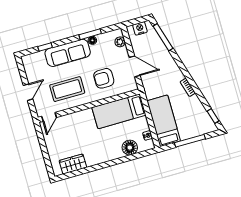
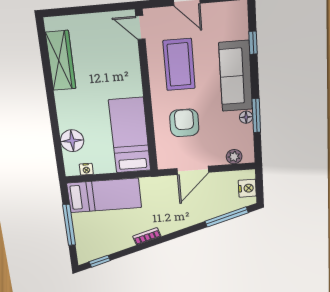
wardrobe: (73, 164) -> (61, 61), width x1.50

